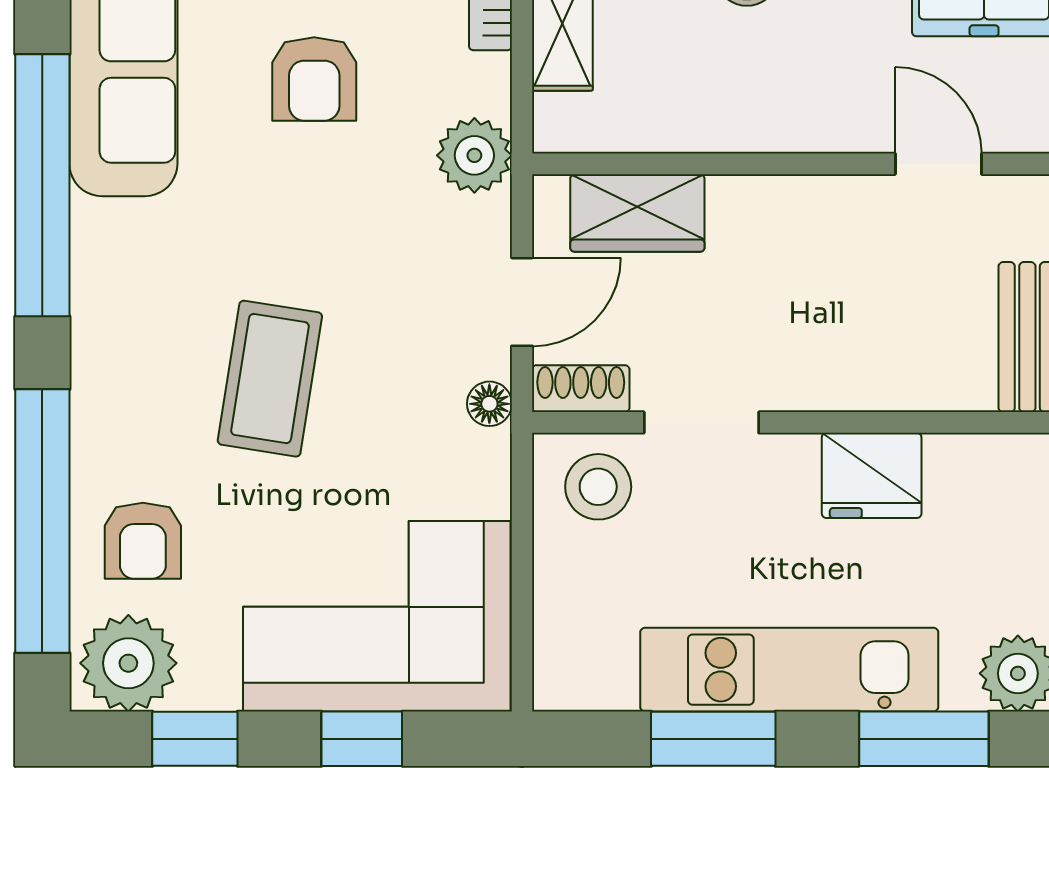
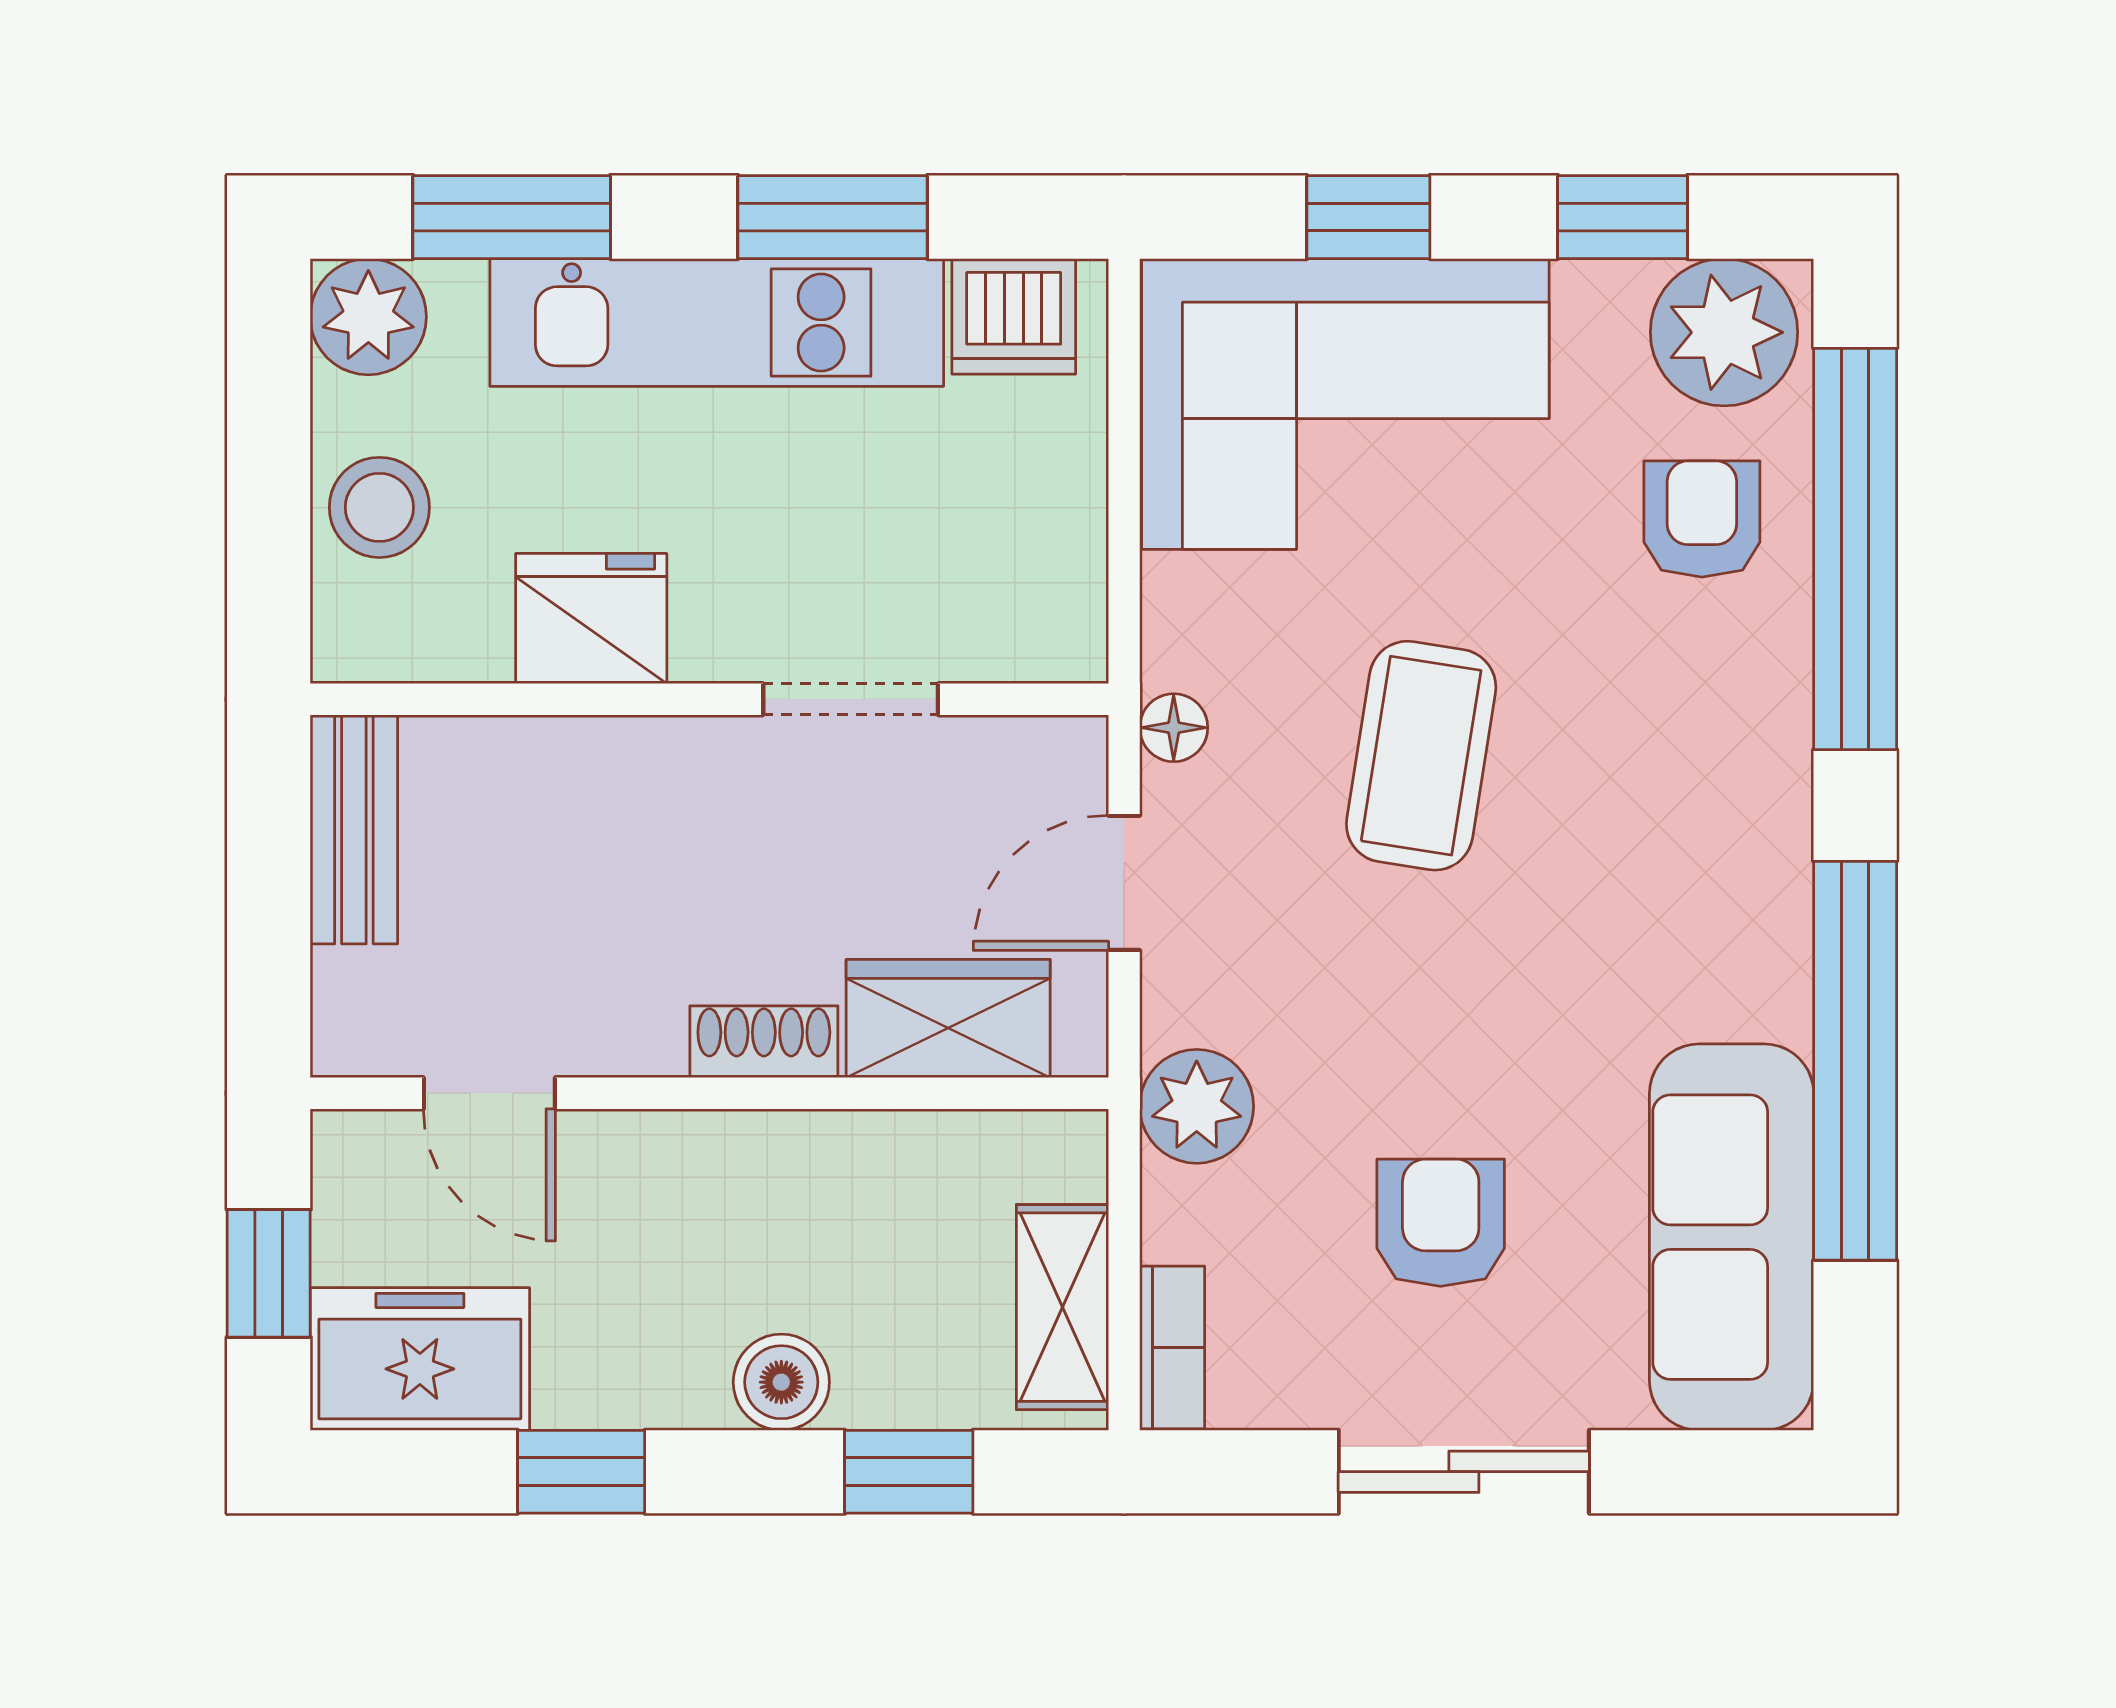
coffee table: (270, 379) -> (1421, 756), moved
shoe rack: (581, 389) -> (764, 1042), moved, turned 180
stool: (598, 487) -> (379, 507), moved
dishwasher: (594, 674) -> (1014, 316), added

